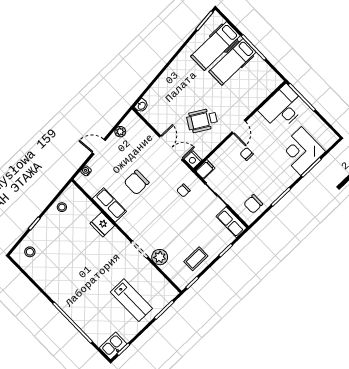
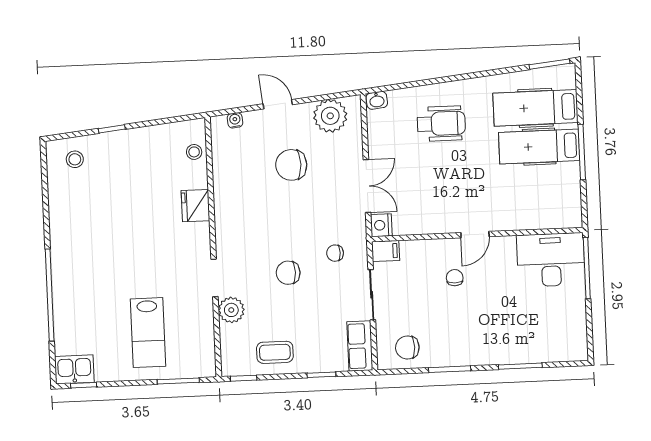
wheelchair: (202, 120) -> (441, 124), moved, turned 149
plant: (120, 132) -> (330, 116), width x1.87, depth x1.87
corner desk: (301, 151) -> (526, 334), removed
chair: (136, 182) -> (291, 165), moved
row of seats: (109, 205) -> (226, 189), removed
stool: (62, 207) -> (194, 152), moved
chair: (170, 218) -> (288, 273), added

